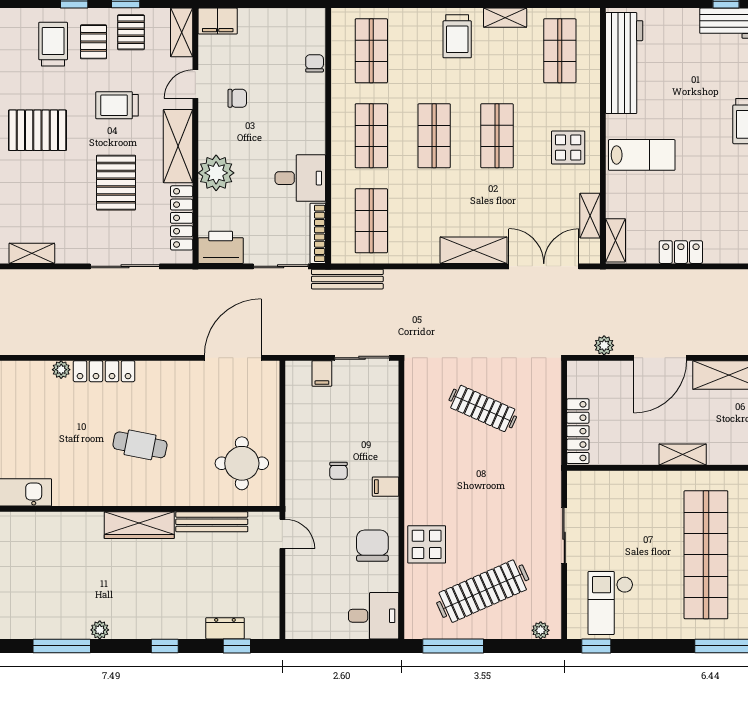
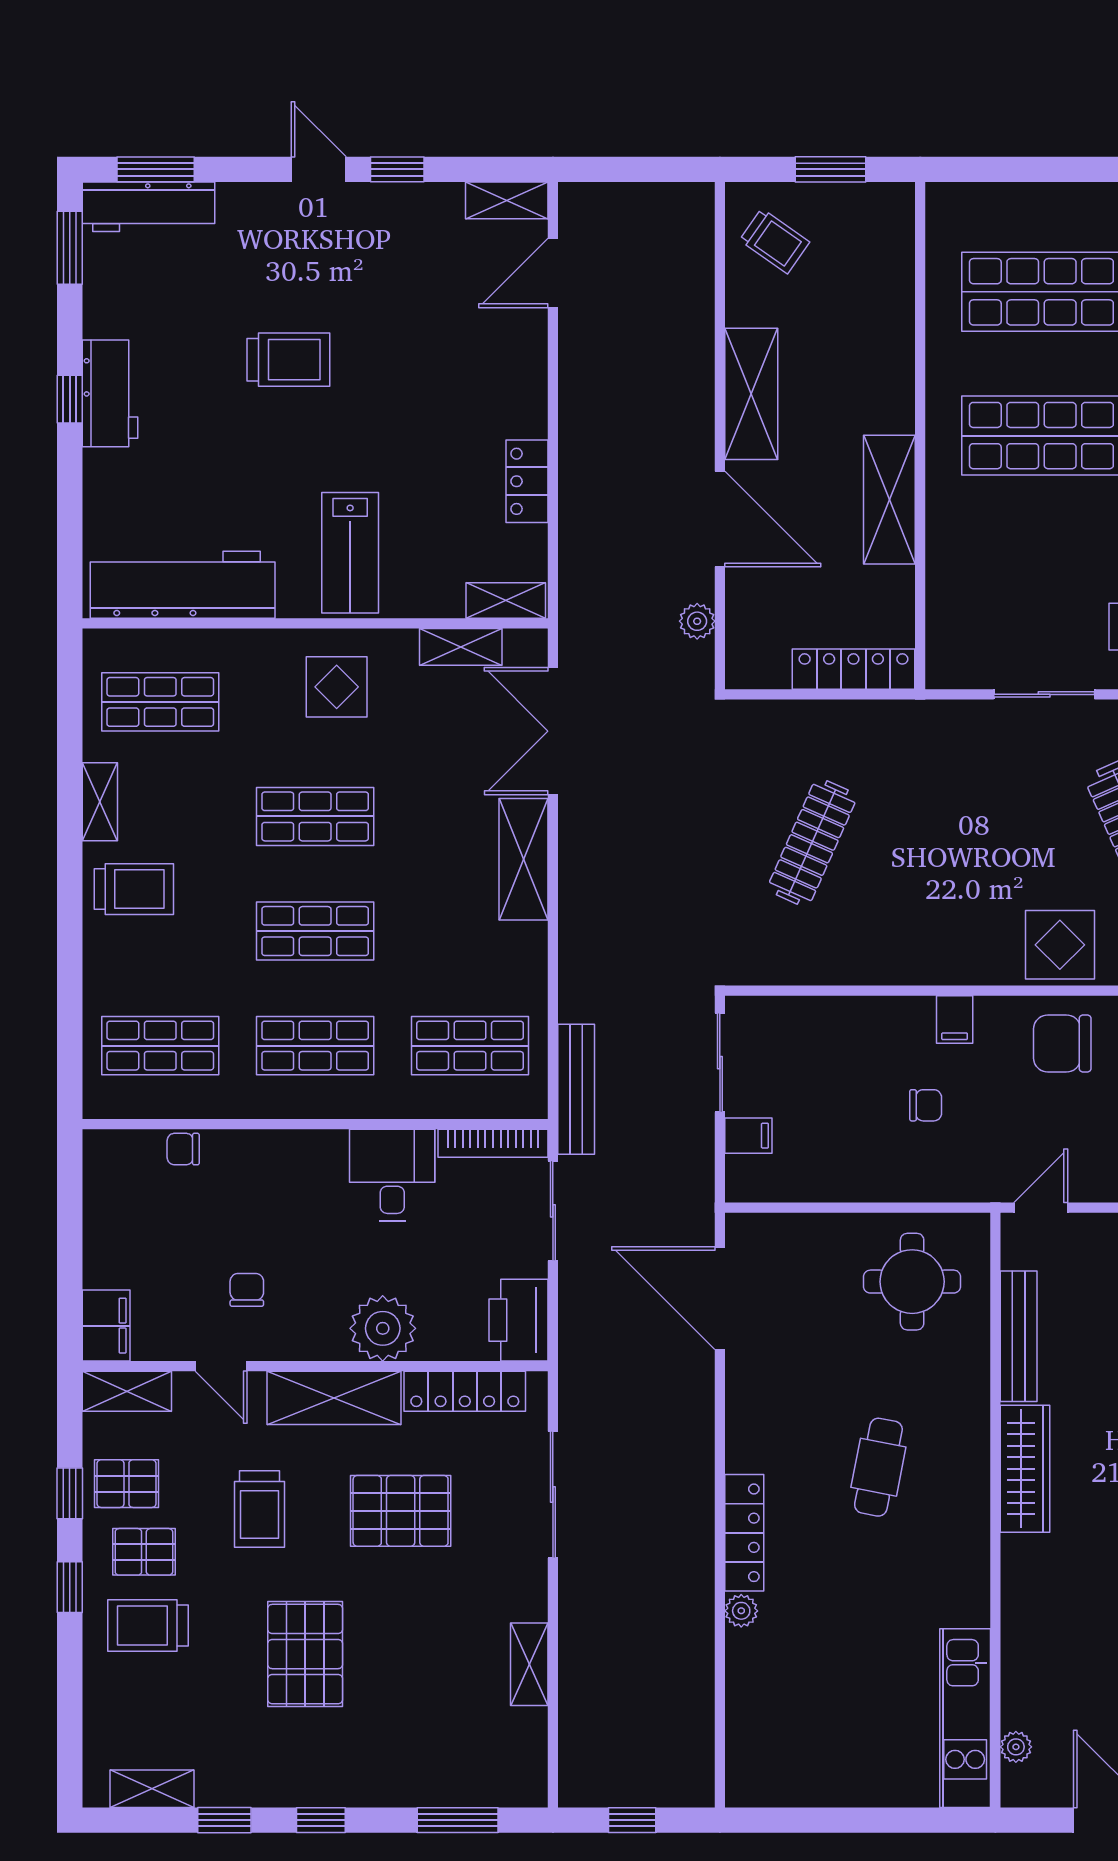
lab bench: (642, 155) -> (350, 553), turned 180
shelving: (683, 454) -> (889, 500), width x1.50, depth x1.33

